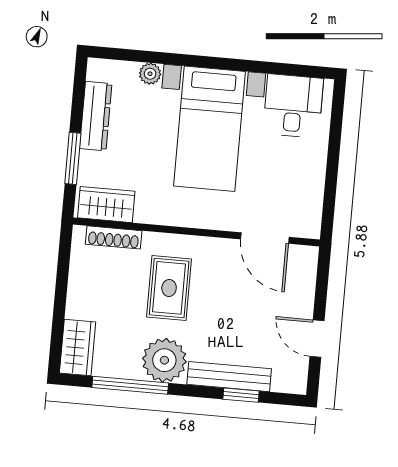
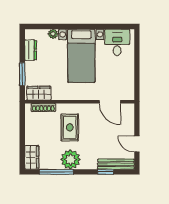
dresser: (96, 116) -> (31, 50), width x0.70
bench: (229, 377) -> (116, 164), moved

